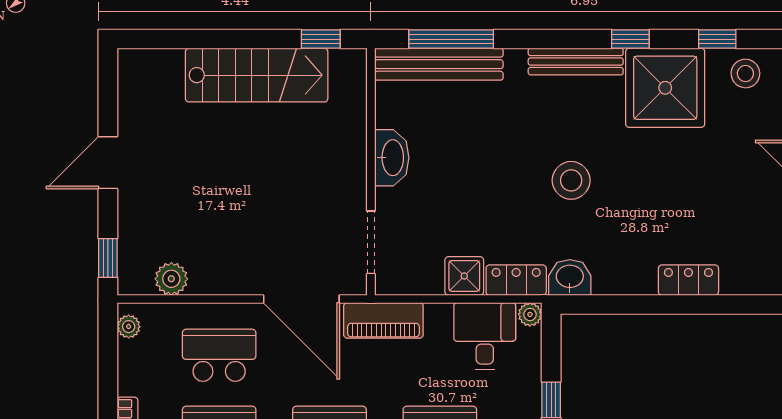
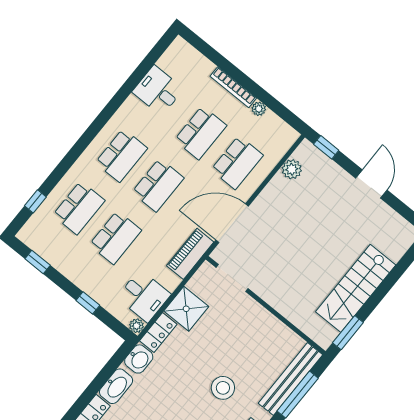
window: (321, 39) -> (348, 333), width x1.50
washbasin: (392, 158) -> (116, 386), moved, turned -90
stool: (571, 180) -> (223, 388), moved
shower: (464, 276) -> (186, 309), width x1.36, depth x1.36
plant: (129, 327) -> (259, 109), moved

